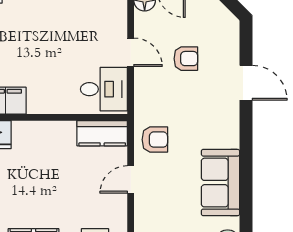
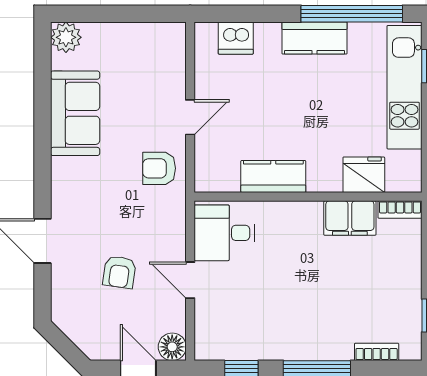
armchair: (186, 59) -> (119, 272), turned -82
kitchen counter: (102, 133) -> (273, 176), moved

